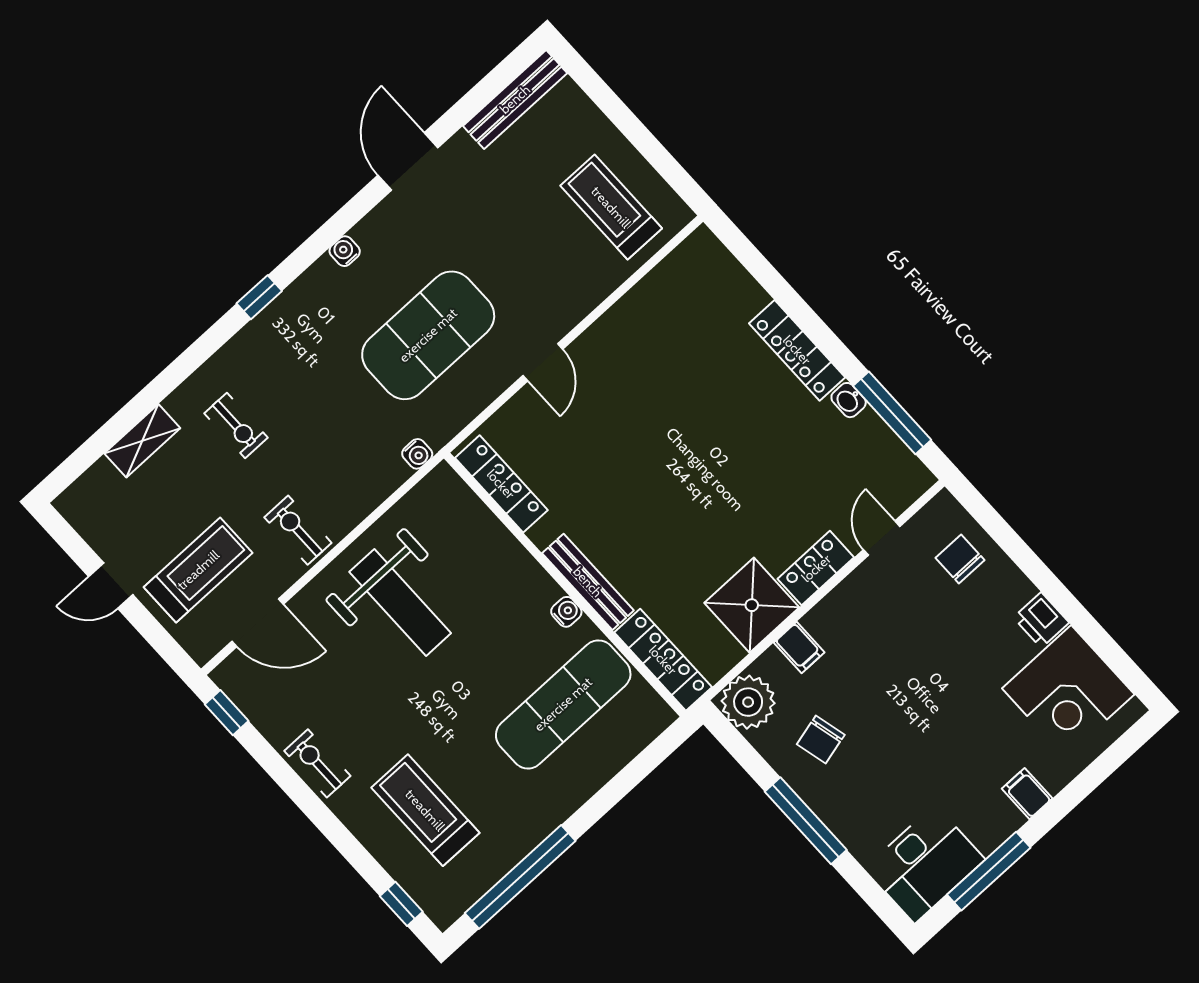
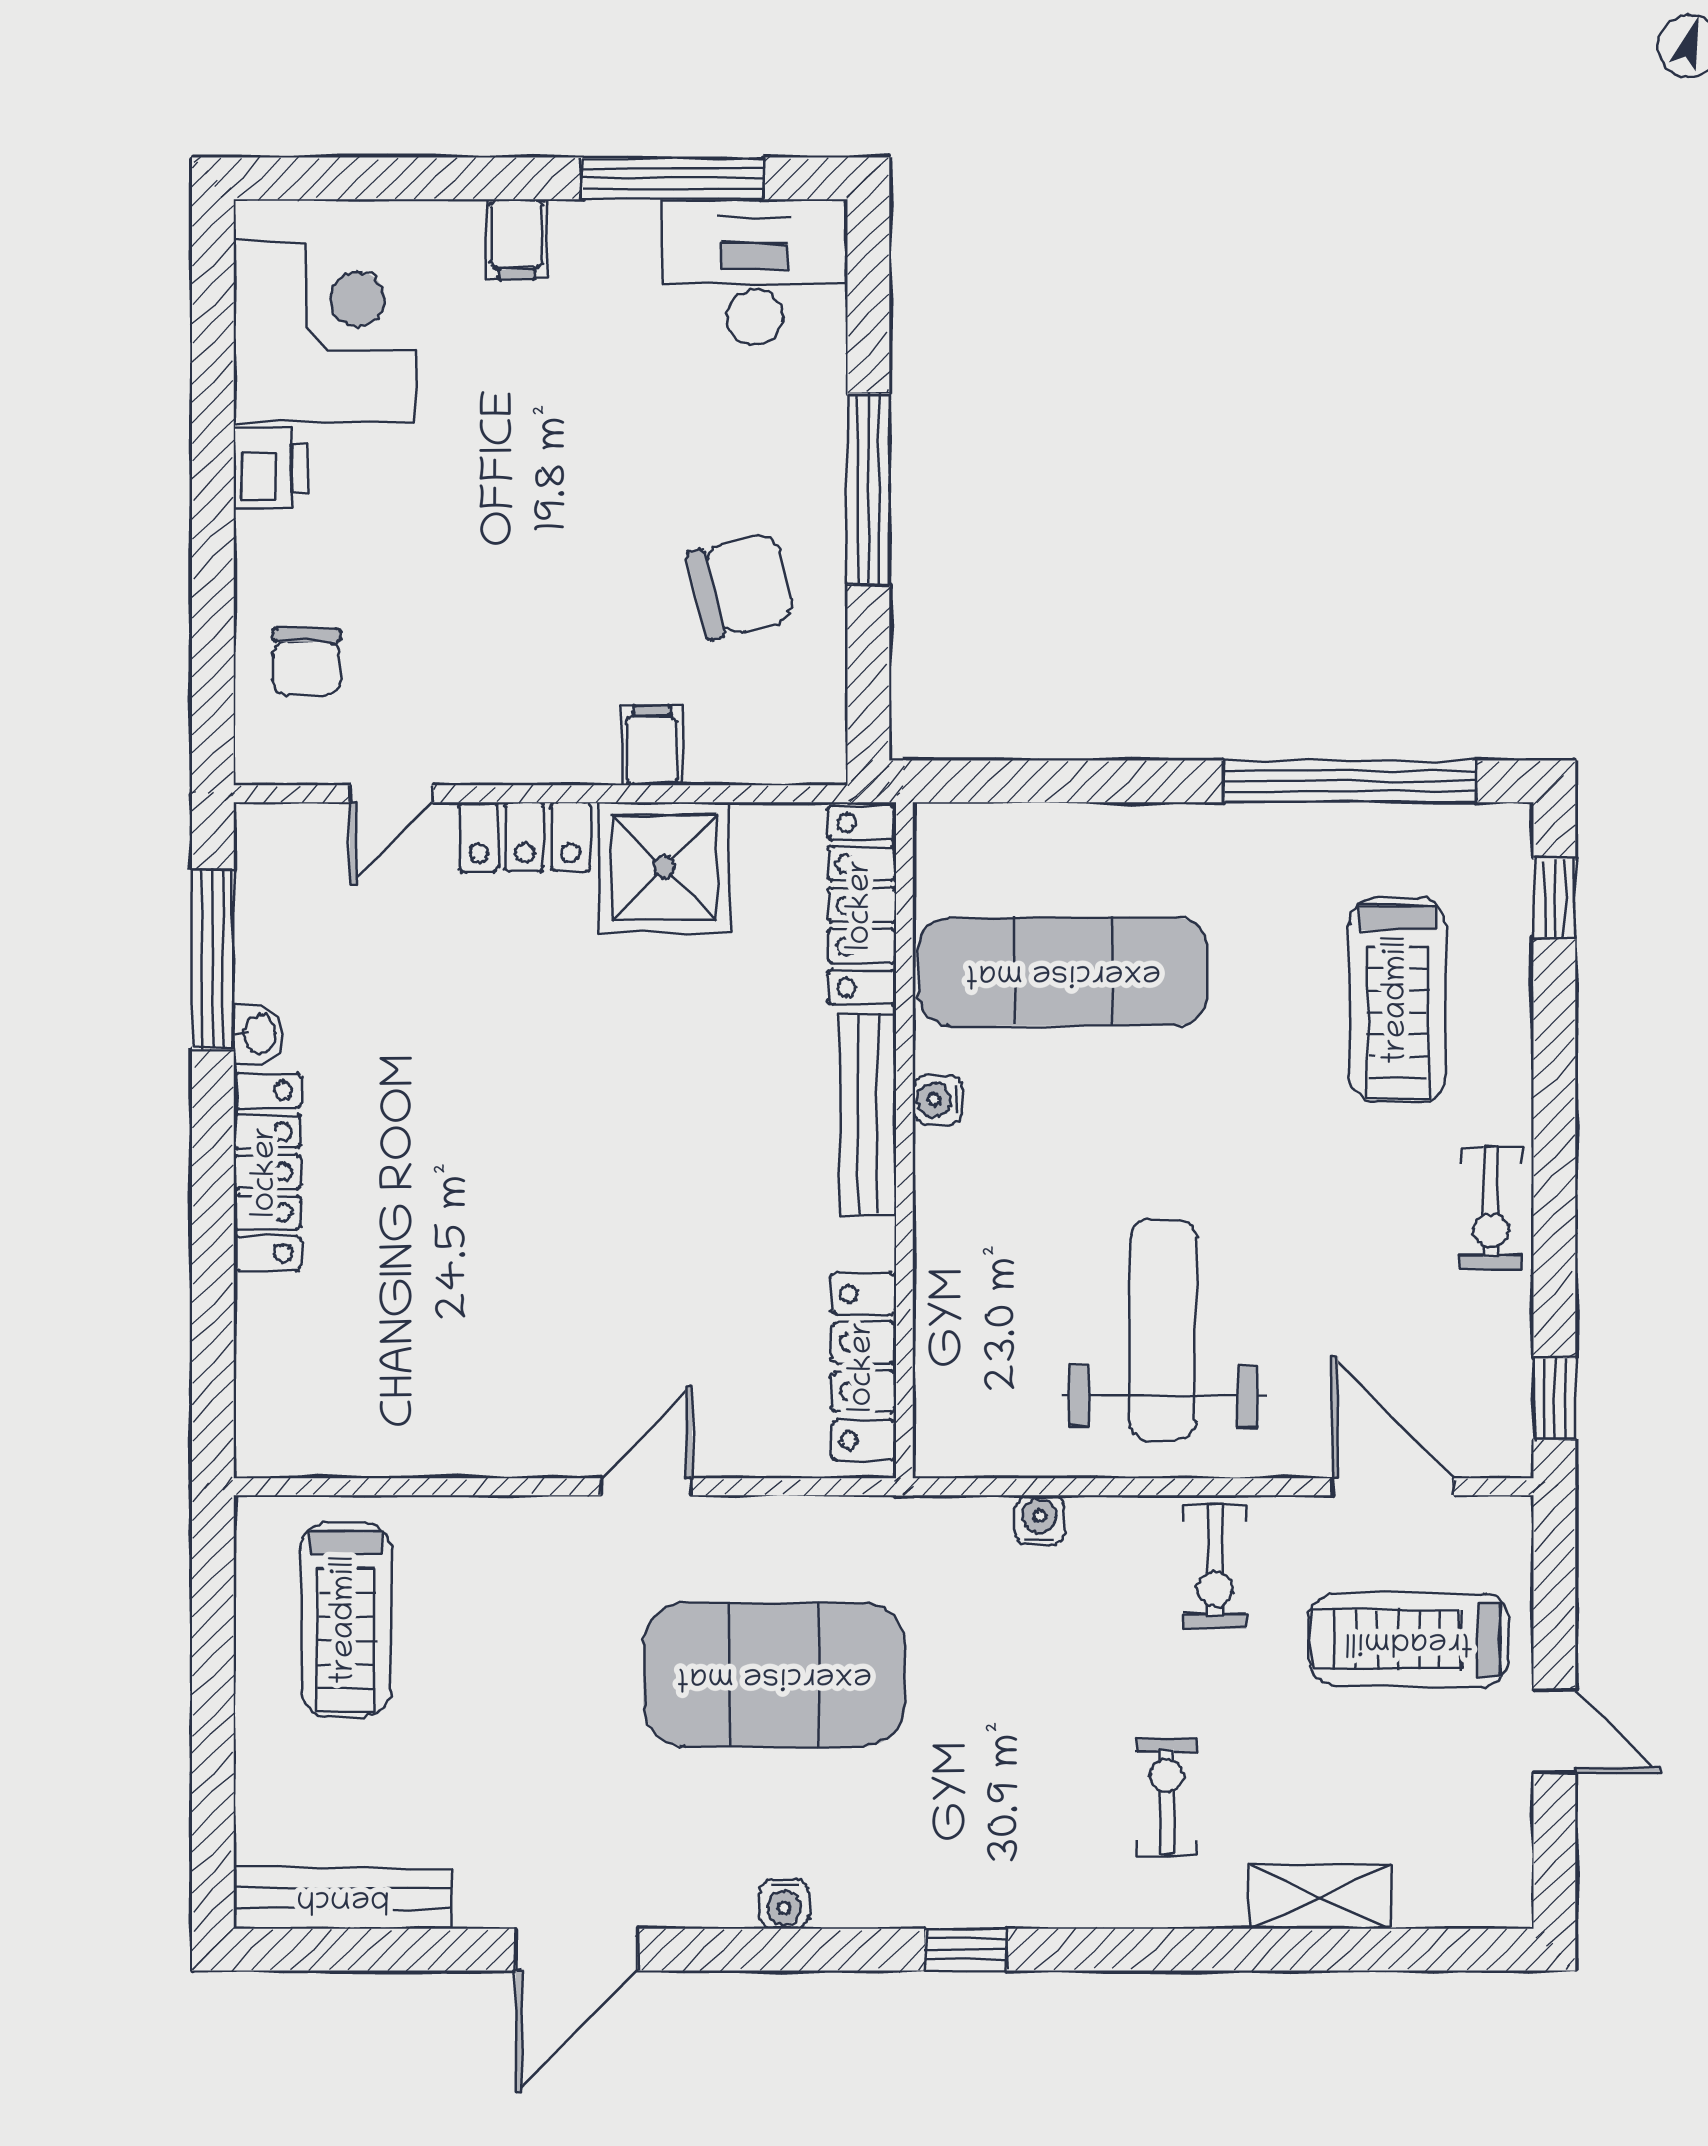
water cooler: (417, 454) -> (1040, 1520), moved
plant: (748, 702) -> (796, 734), removed
chair: (821, 739) -> (741, 586), width x1.37, depth x1.37

